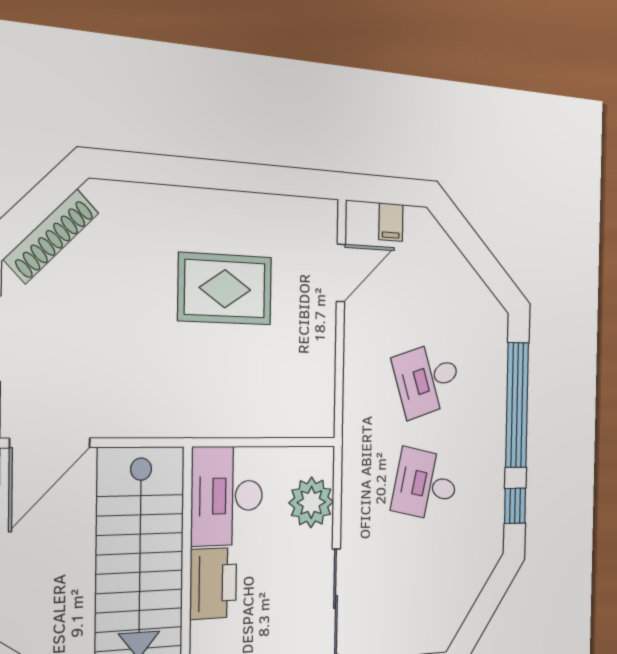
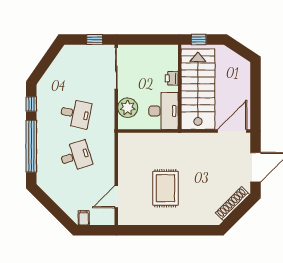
filing cabinet: (391, 222) -> (84, 218), moved
rug: (225, 289) -> (165, 188), turned 90
printer: (213, 583) -> (172, 78), width x0.53, depth x0.68

